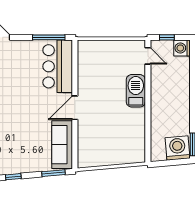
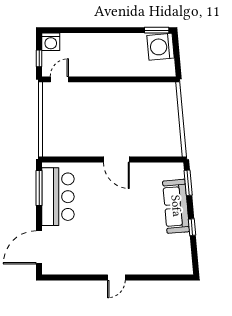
bar counter: (58, 66) -> (58, 197), moved, turned -90
barbecue: (136, 91) -> (98, 93), removed
sofa: (62, 145) -> (176, 206), moved, turned 85

